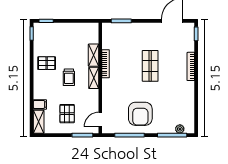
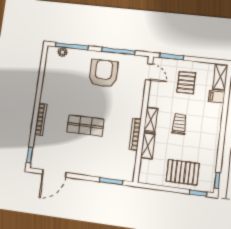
pallet: (47, 63) -> (183, 172), moved, width x1.50, depth x1.42
shop shelf: (150, 66) -> (85, 125), turned 90
door: (100, 120) -> (149, 72), hinge flipped

